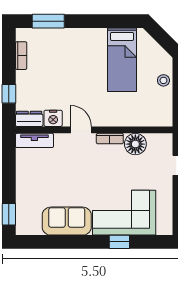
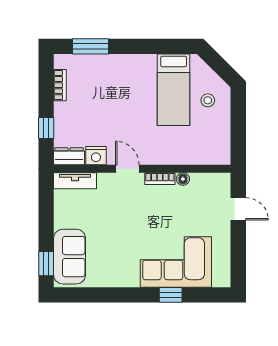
stool: (163, 80) -> (208, 100), moved
floor lamp: (135, 144) -> (183, 179), width x0.53, depth x0.53
sofa: (67, 221) -> (70, 257), moved, turned 90

